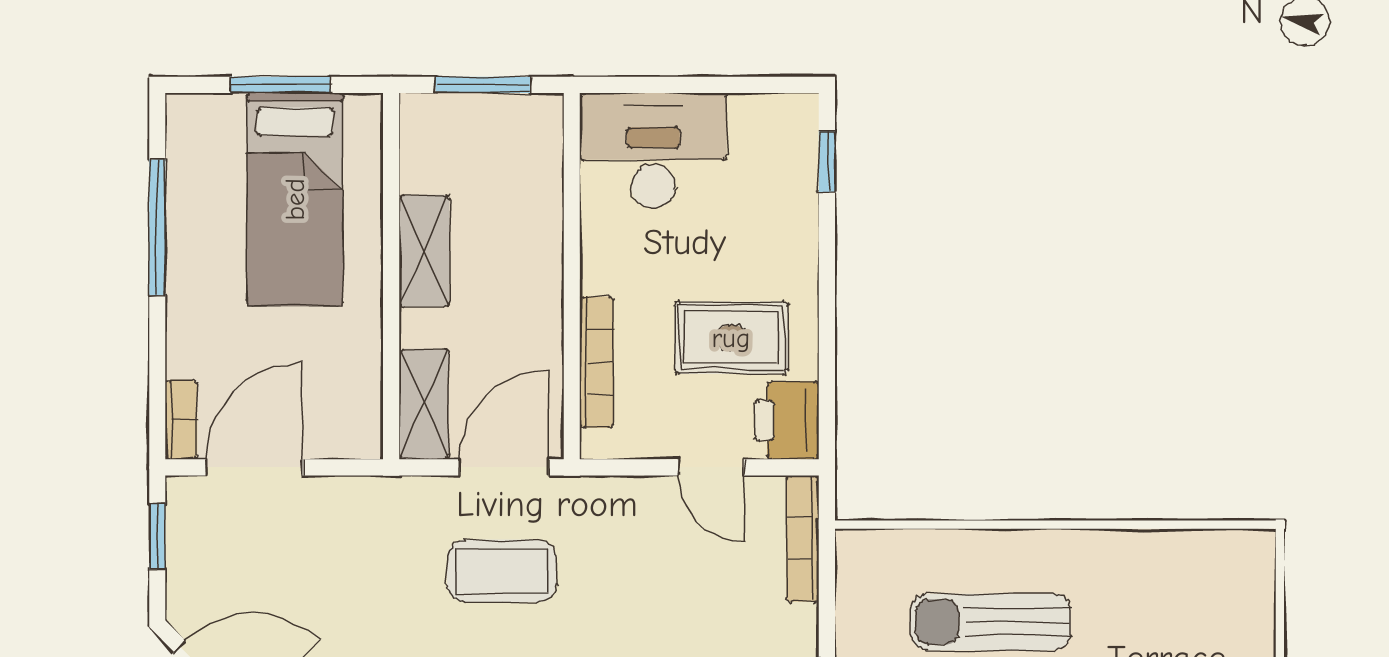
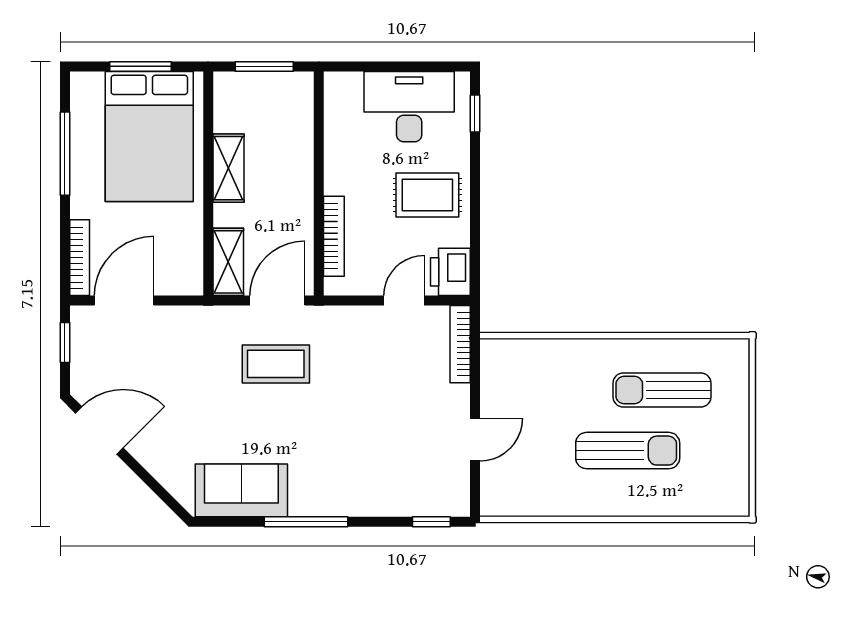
desk: (653, 150) -> (409, 107), moved
bed: (295, 199) -> (149, 136), width x1.50
rug: (731, 338) -> (427, 195), moved
bookcase: (181, 420) -> (80, 258), width x1.56
door: (711, 467) -> (404, 301), swing flipped
sun lounger: (991, 622) -> (662, 390), moved

